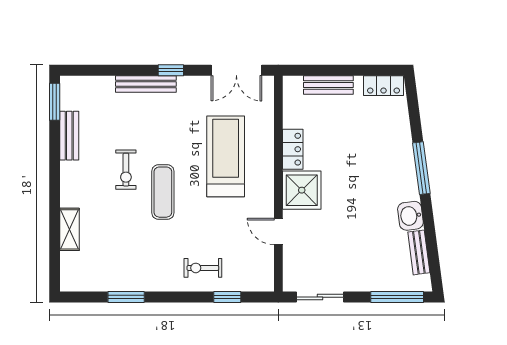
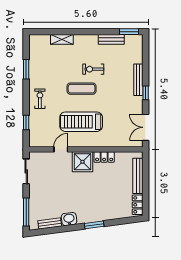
bench: (328, 85) -> (138, 176), width x1.36
treadmill: (226, 156) -> (81, 122), moved, turned 180
window: (421, 168) -> (94, 225), width x0.69
exercise bike: (203, 268) -> (40, 99), moved

